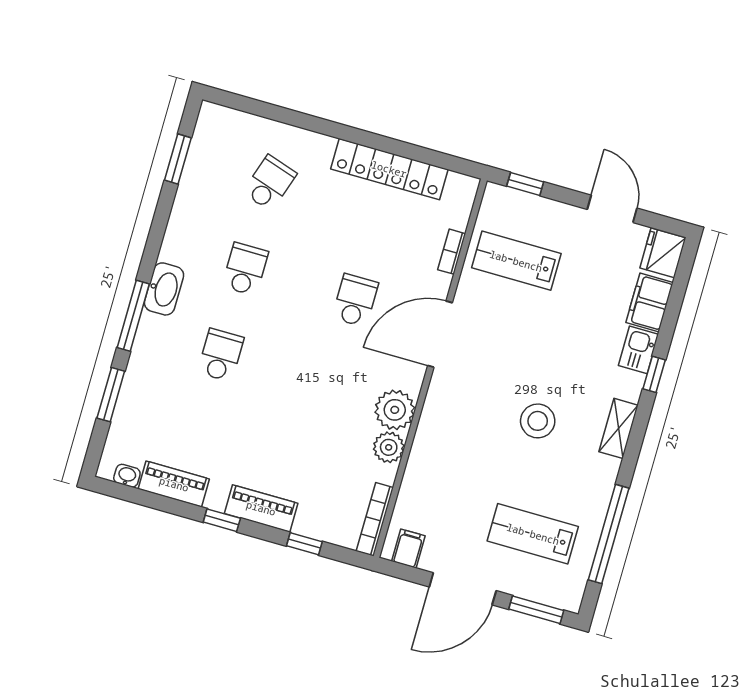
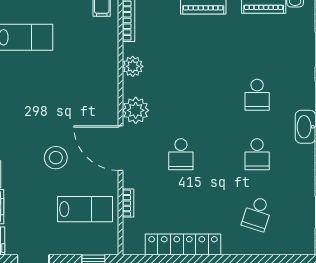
door: (440, 334) -> (121, 148), swing flipped
plant: (395, 410) -> (136, 110), moved
stool: (538, 421) -> (56, 158), moved

